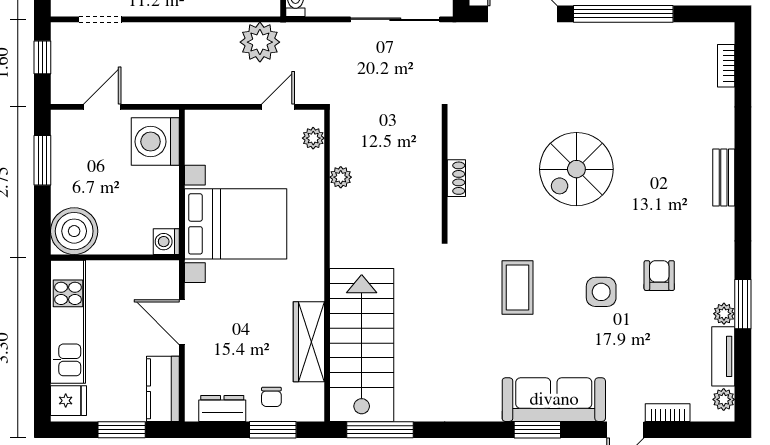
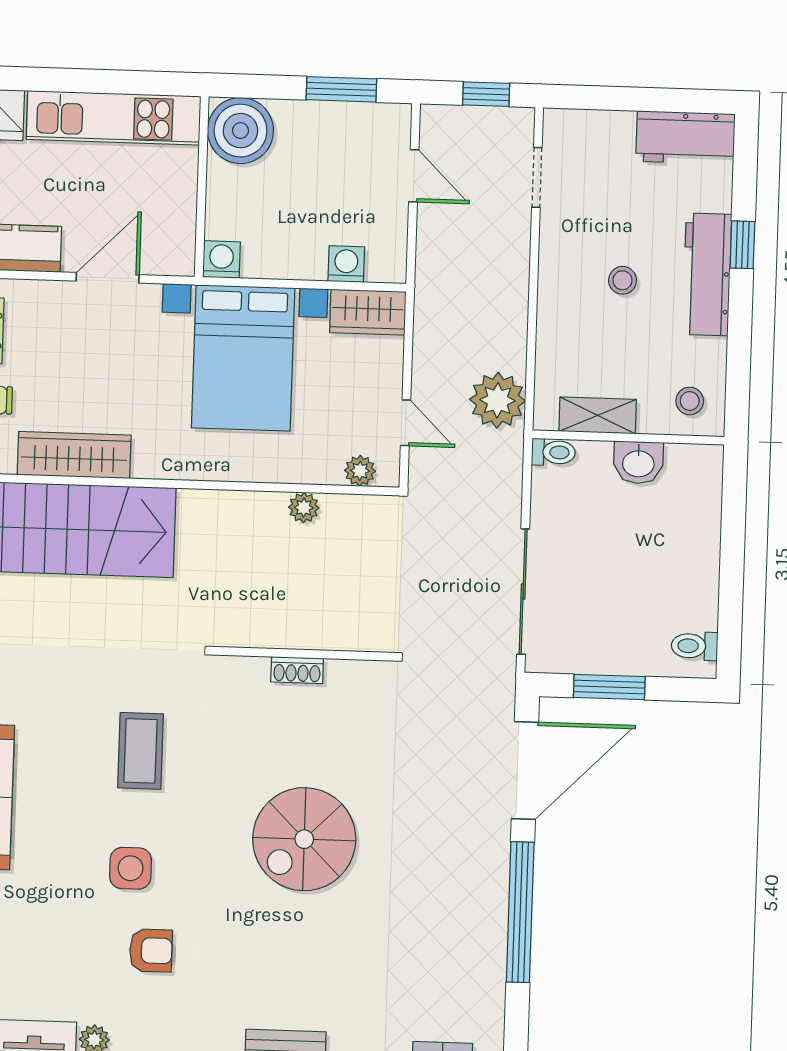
wardrobe: (200, 136) -> (368, 312), added
washing machine: (155, 142) -> (346, 264), width x0.53, depth x0.53
spiral stairs: (576, 169) -> (304, 839), turned -90
coffee table: (517, 288) -> (141, 751), turned 90

